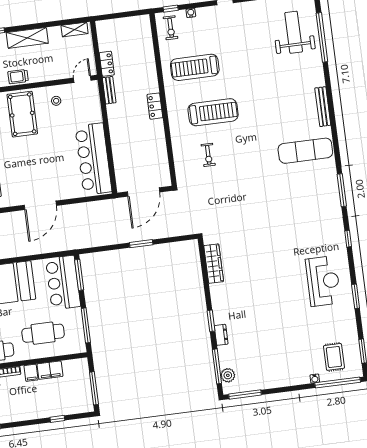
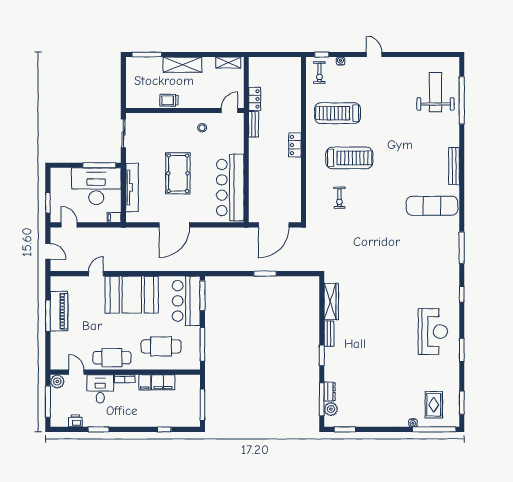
pool table: (22, 114) -> (178, 173), moved
bench: (216, 297) -> (329, 334), added
dresser: (221, 335) -> (330, 392), moved
window: (245, 395) -> (345, 429), width x0.69

